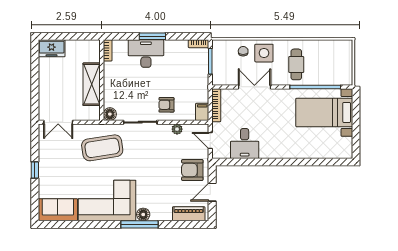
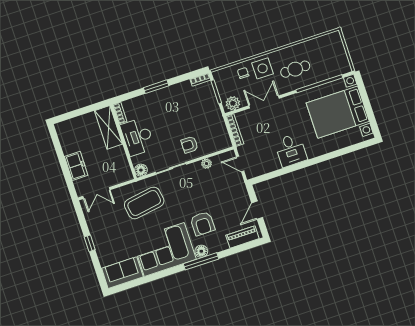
freezer: (52, 48) -> (76, 166), moved, turned -90
desk: (146, 54) -> (137, 137), moved, turned -90
cafe table: (296, 64) -> (295, 69), turned 90
plant: (223, 78) -> (233, 103), added
shelving: (92, 84) -> (108, 127), moved
filing cabinet: (202, 112) -> (224, 140), removed
bed with nightstands: (324, 112) -> (338, 112), width x1.36
desk: (245, 144) -> (291, 150), moved
armchair: (192, 170) -> (202, 224), moved, turned -90

